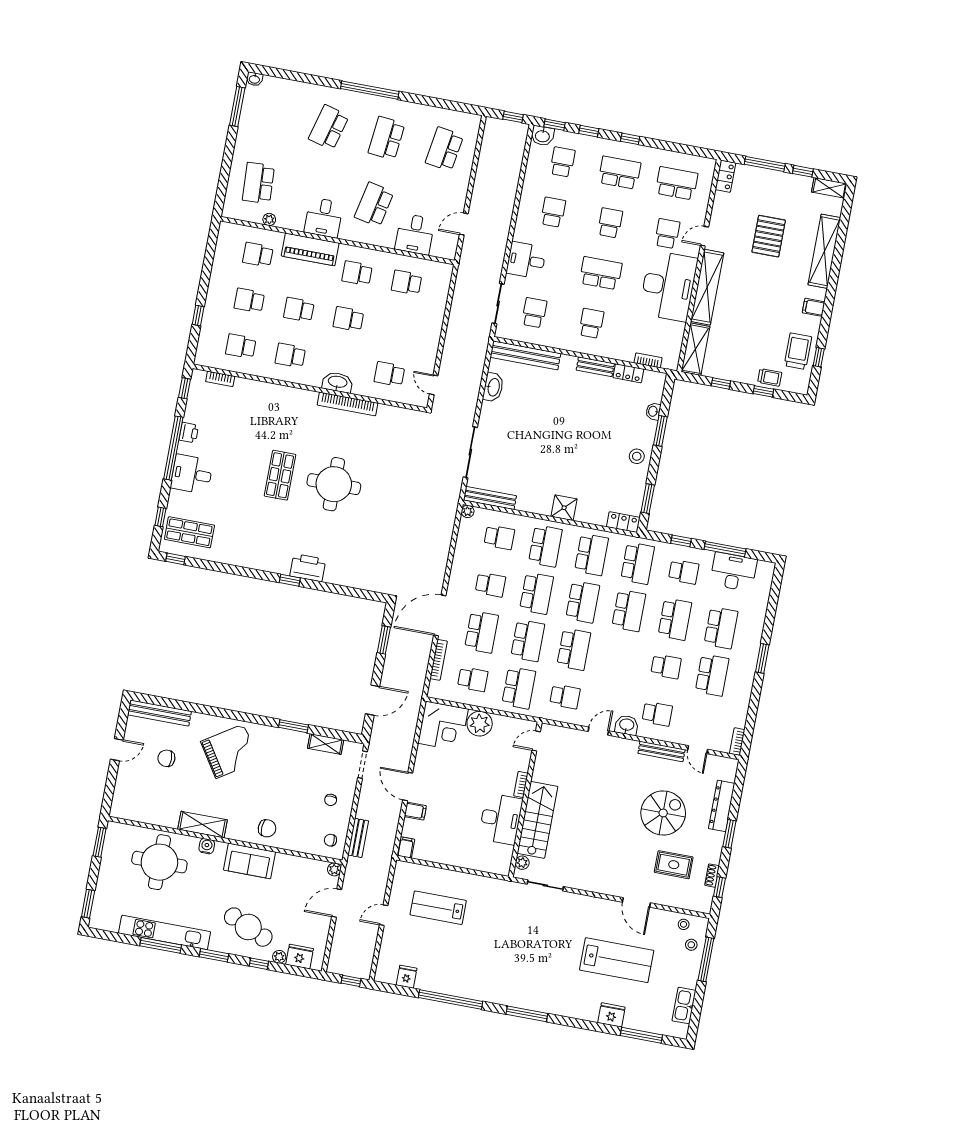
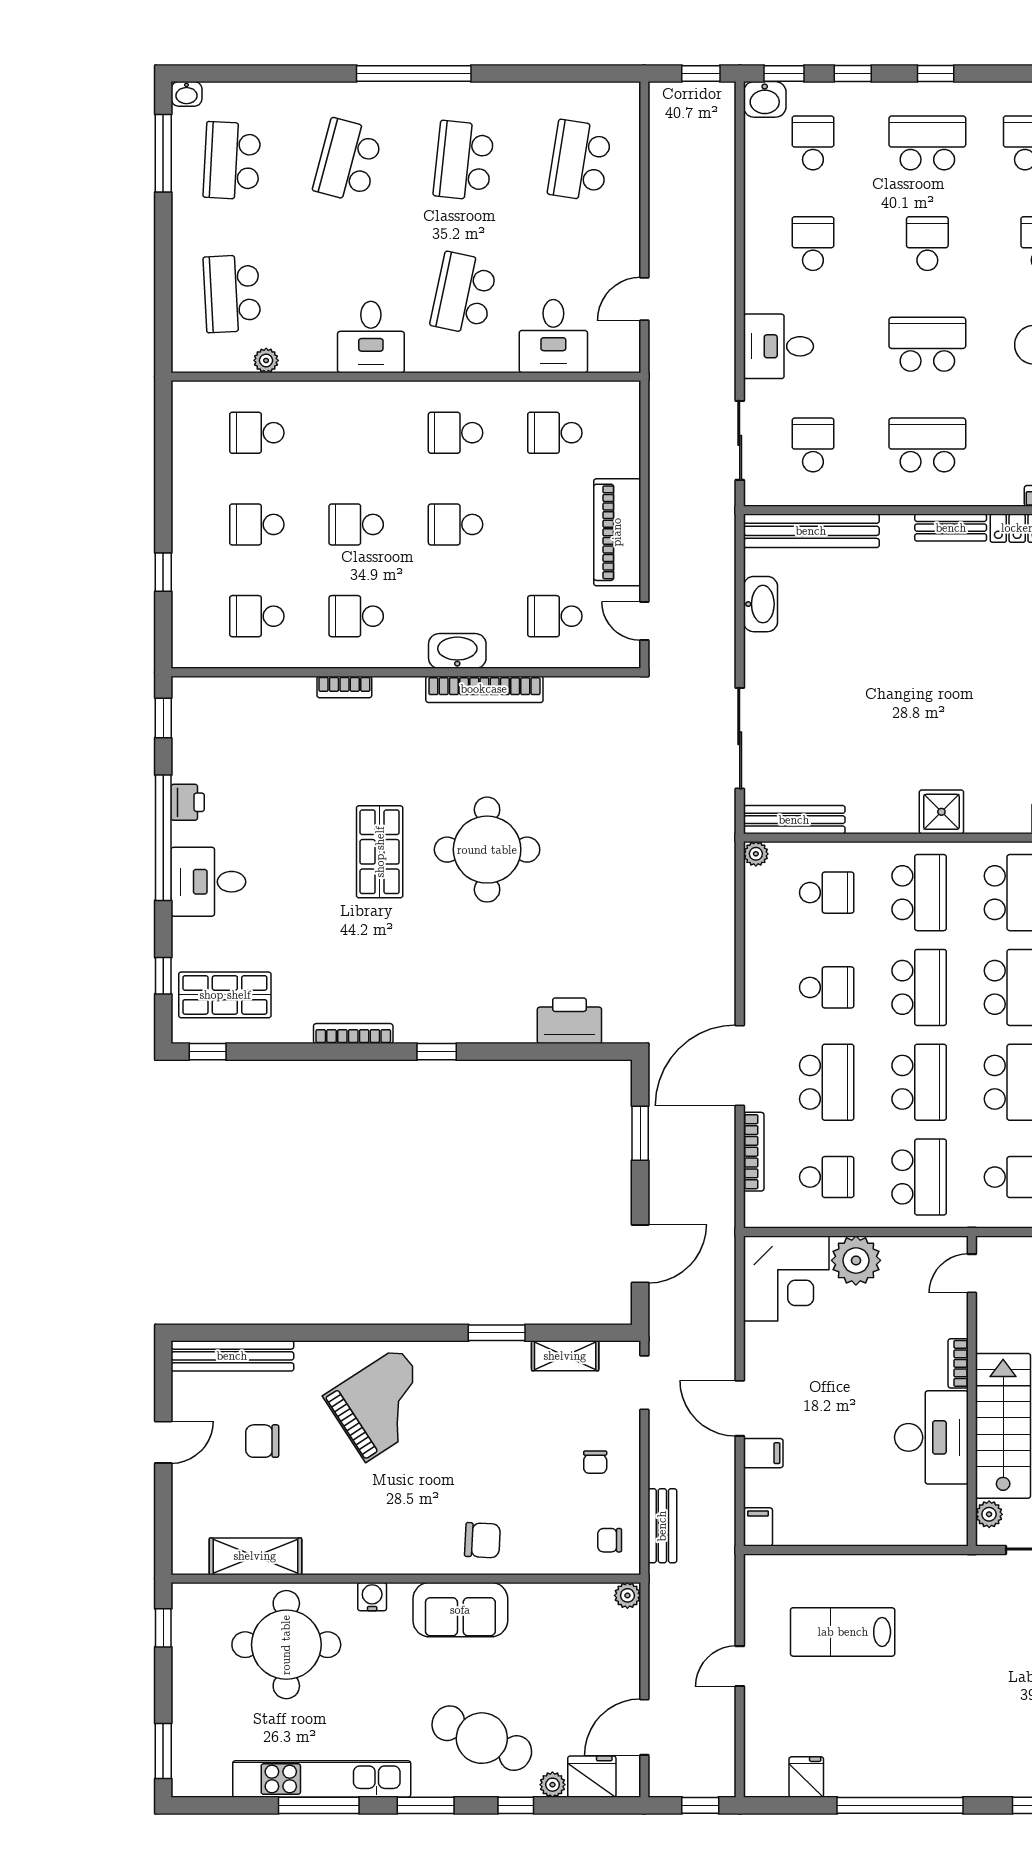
school desk: (271, 117) -> (232, 161), added
piano: (310, 249) -> (617, 532), moved, turned 90
school desk: (591, 323) -> (927, 445), width x1.85
bookcase: (220, 379) -> (344, 687), moved
bookcase: (250, 563) -> (353, 1034), added
printer: (308, 568) -> (569, 1021), moved
shelving: (202, 825) -> (255, 1556), moved
window: (100, 842) -> (163, 1628), width x0.67
door: (337, 903) -> (644, 1727), moved

